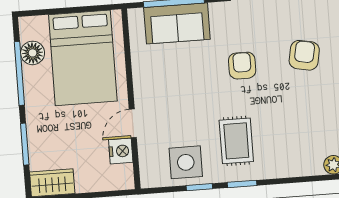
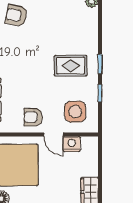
armchair: (242, 66) -> (33, 117), moved
side table: (186, 162) -> (75, 112), moved

